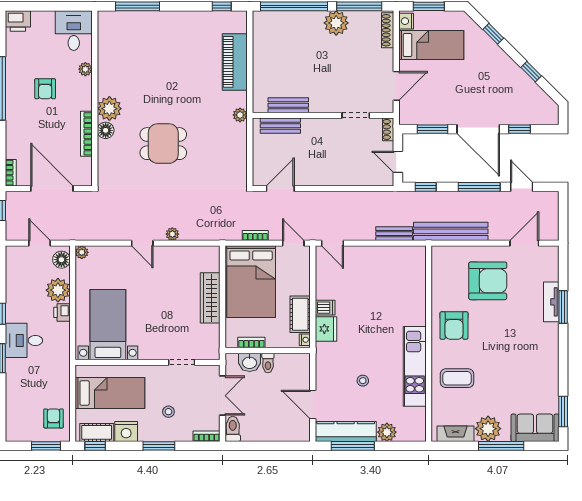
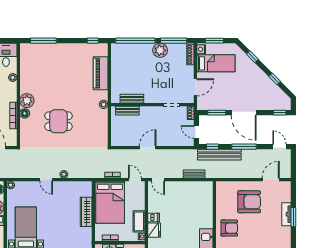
window: (520, 129) -> (280, 113), moved
door: (522, 187) -> (279, 147), moved
door: (280, 189) -> (148, 148), moved
bench: (451, 231) -> (219, 155), moved
armchair: (454, 326) -> (229, 228), turned -90

